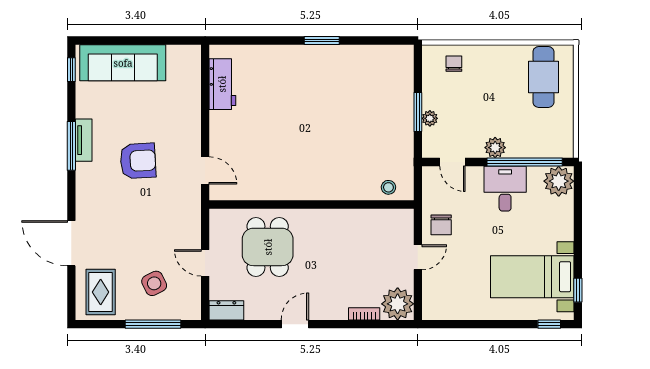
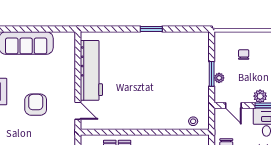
chair: (454, 64) -> (244, 55), moved
workbench: (222, 84) -> (91, 70), width x1.88, depth x1.32
armchair: (138, 161) -> (36, 105), turned -87

